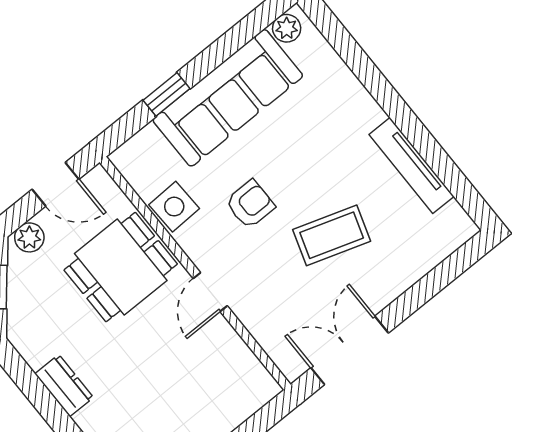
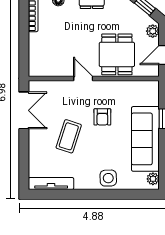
tv unit: (411, 165) -> (51, 184), moved
side table: (174, 207) -> (108, 178), moved

